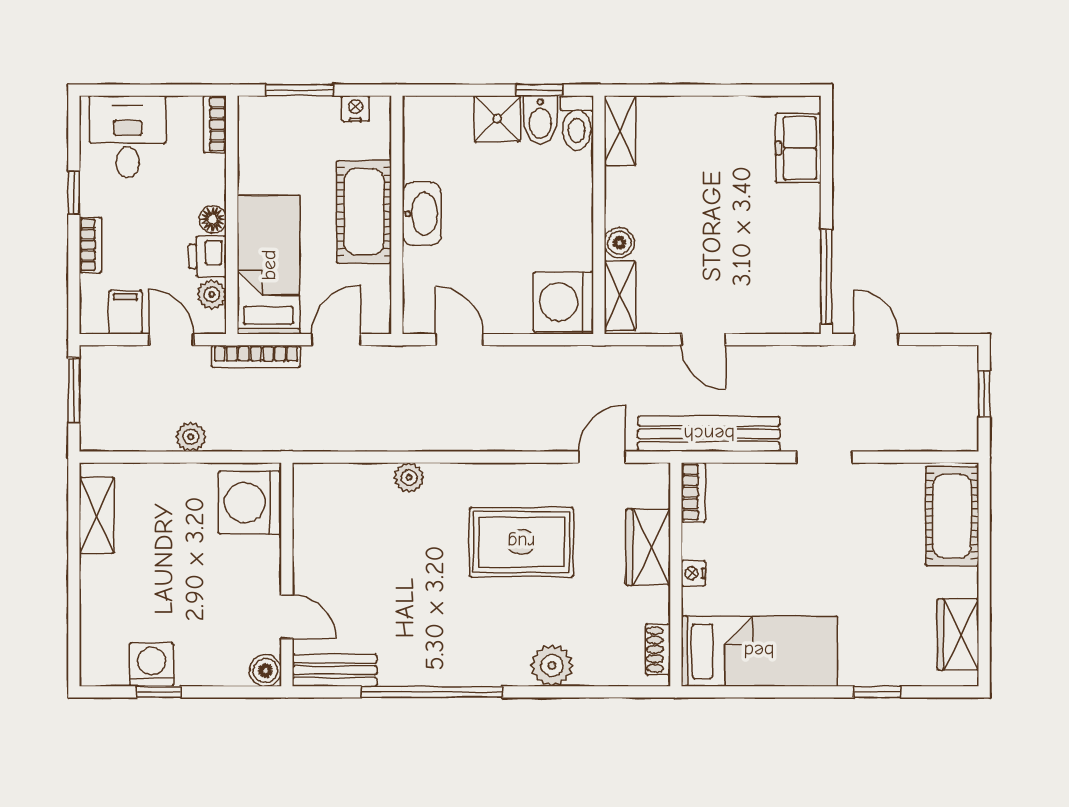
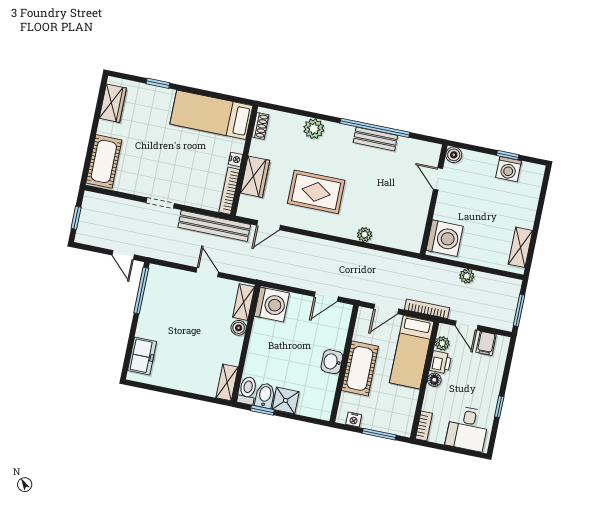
washbasin: (422, 214) -> (332, 362), width x0.72
bookcase: (90, 245) -> (496, 380), removed
door: (459, 340) -> (326, 297), hinge flipped
bookcase: (693, 492) -> (229, 191), width x1.56
bench: (335, 670) -> (375, 139), moved

